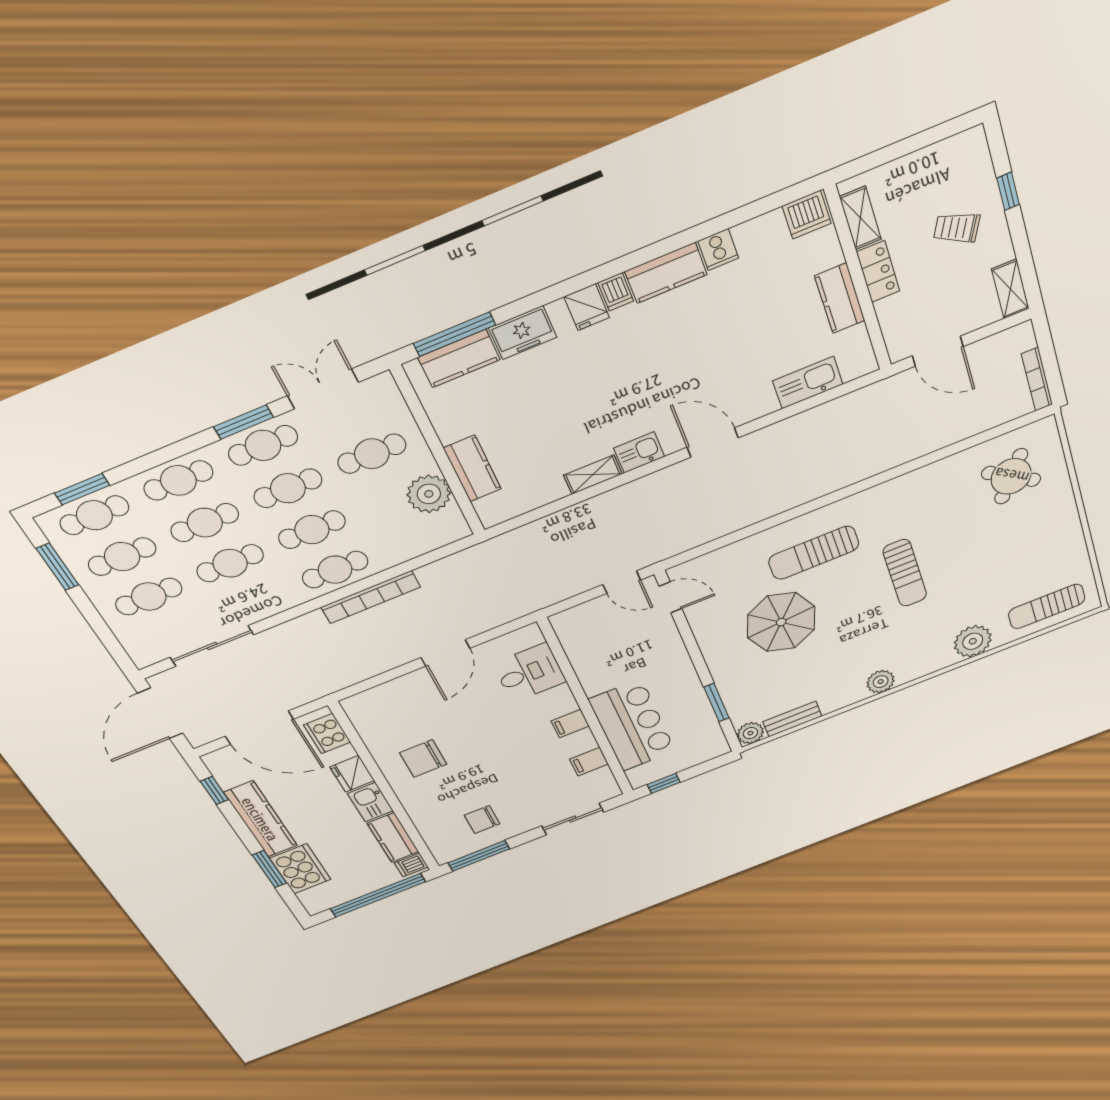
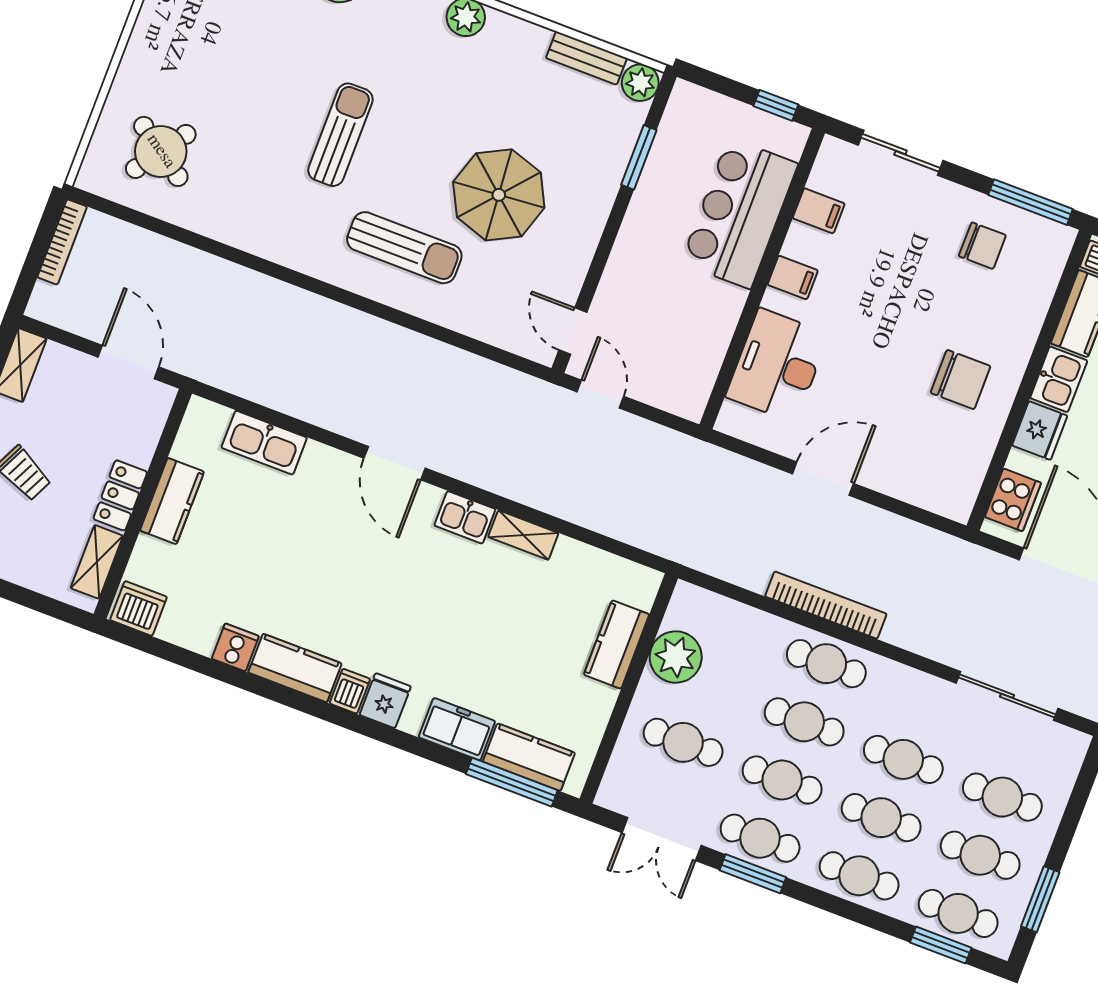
desk: (529, 673) -> (777, 365), width x1.37

